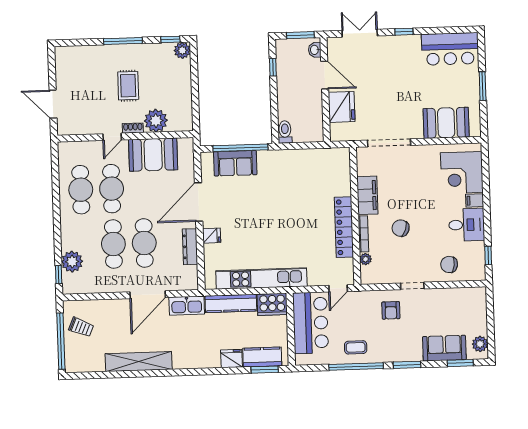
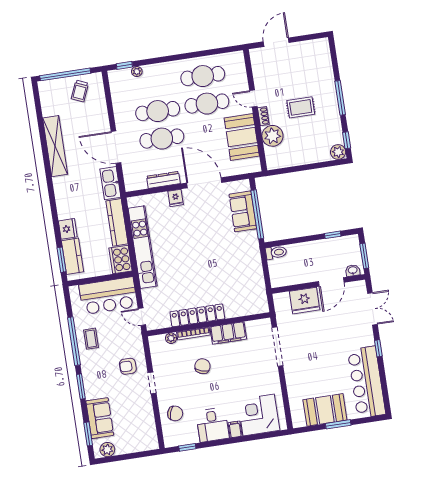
bar counter: (450, 49) -> (367, 382), width x1.36
booth: (446, 123) -> (325, 410), moved, turned 90
plant: (72, 262) -> (137, 71), width x0.53, depth x0.53
chair: (449, 264) -> (175, 413), turned 101

